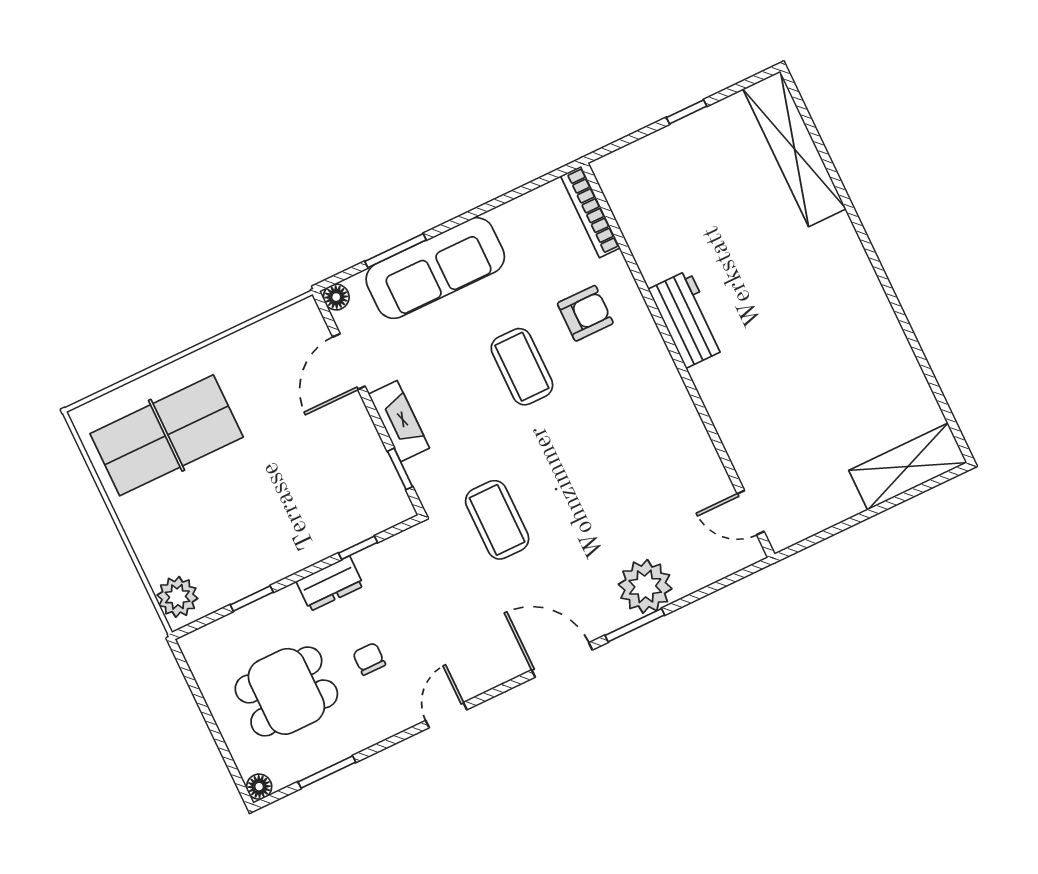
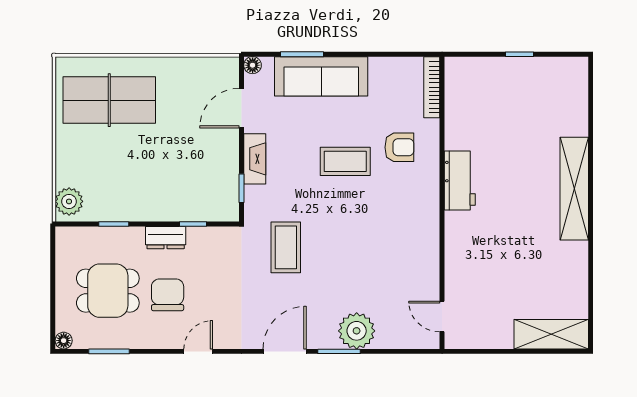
shelving: (794, 149) -> (574, 189), moved
coffee table: (522, 367) -> (345, 161), turned 90
chair: (369, 659) -> (168, 295), width x1.87, depth x1.87
door: (562, 660) -> (285, 351), hinge flipped

